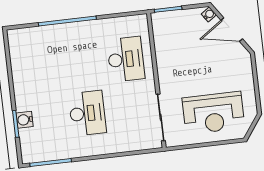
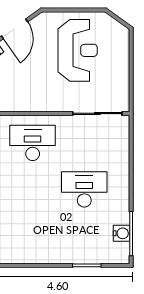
reception desk: (213, 113) -> (78, 50), moved
water cooler: (25, 120) -> (121, 233), moved, turned -90

